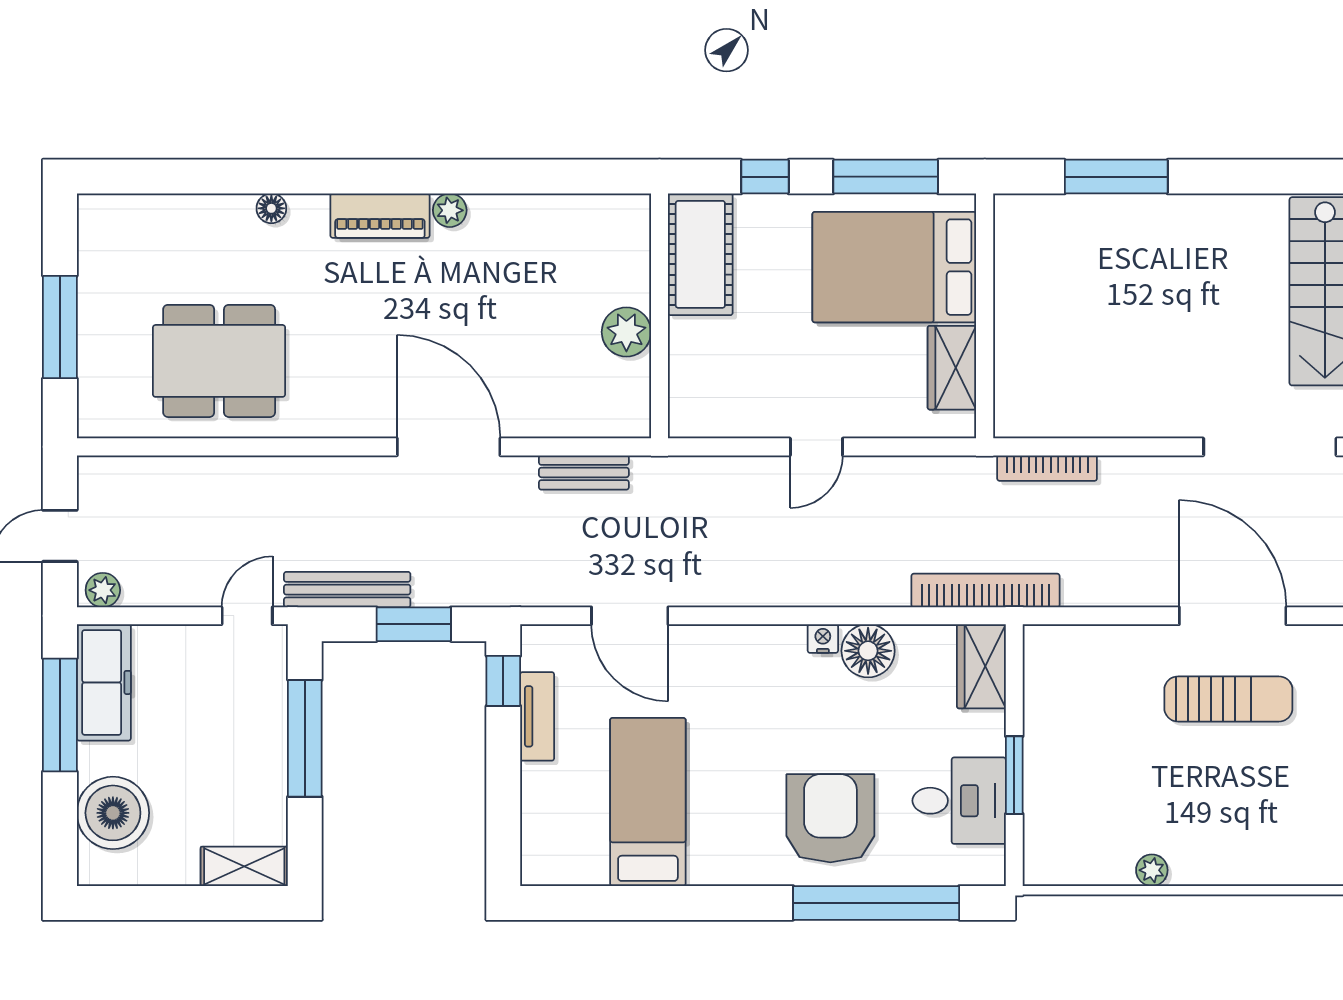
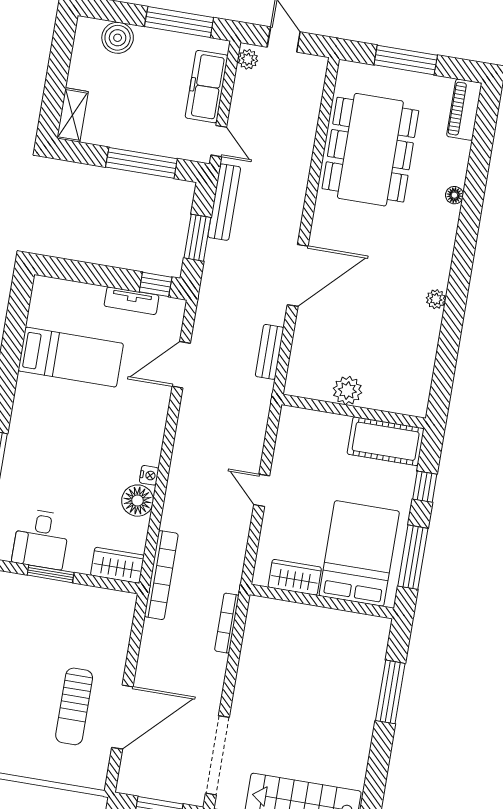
piano: (380, 216) -> (464, 110), moved
dining table: (219, 361) -> (370, 150), width x1.36, depth x1.24
freezer: (104, 682) -> (207, 87), moved, turned 90
boiler: (113, 813) -> (118, 38), width x0.73, depth x0.73
armchair: (830, 818) -> (43, 462), removed

